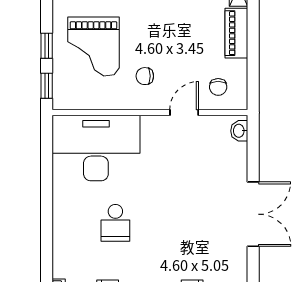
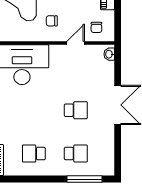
school desk: (115, 223) -> (76, 110), moved, turned -90

